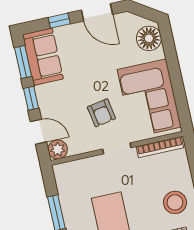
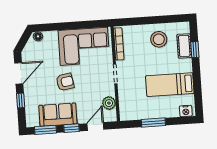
floor lamp: (149, 38) -> (38, 36), width x0.53, depth x0.53
sofa: (43, 57) -> (58, 115), moved
armchair: (101, 113) -> (65, 82), moved
plant: (58, 149) -> (109, 103), moved

